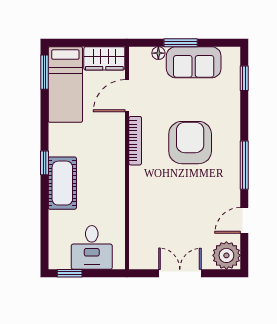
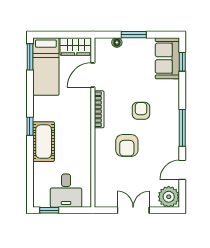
sofa: (194, 62) -> (167, 58), moved, turned 90
armchair: (190, 143) -> (141, 111), width x0.53, depth x0.53
armchair: (171, 188) -> (127, 145), added

